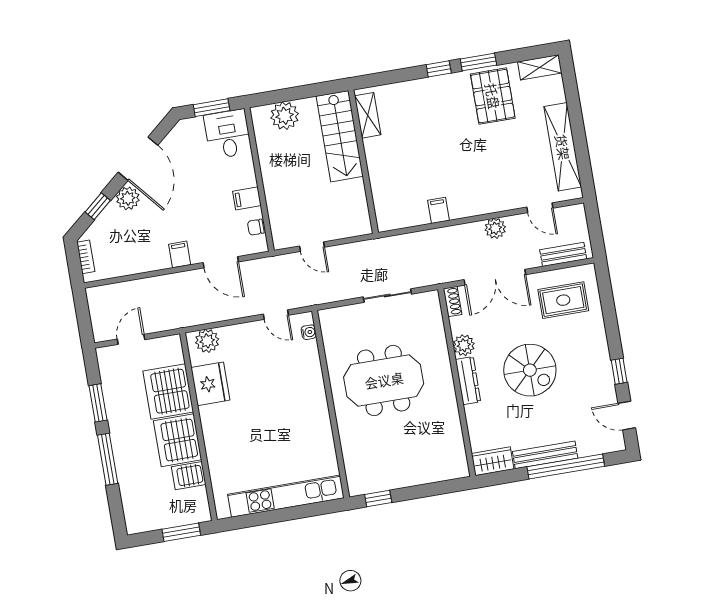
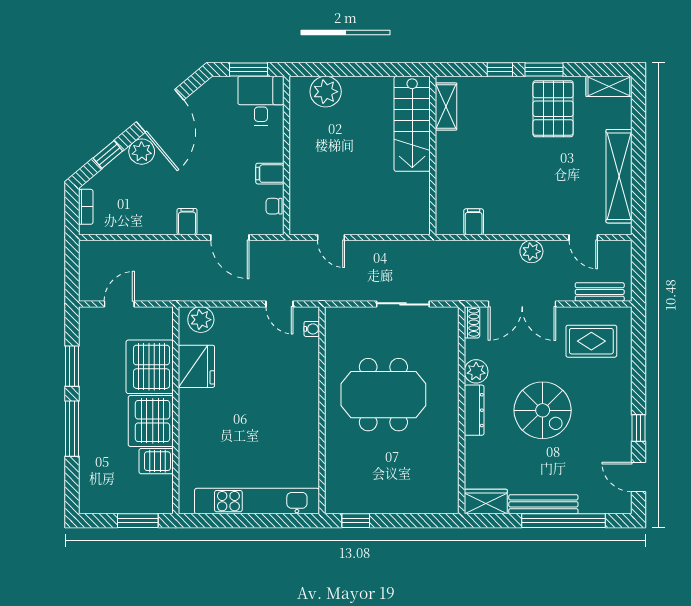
shelving: (368, 115) -> (446, 106), moved
stairs: (340, 136) -> (412, 124), moved
wall: (363, 162) -> (433, 155), moved

